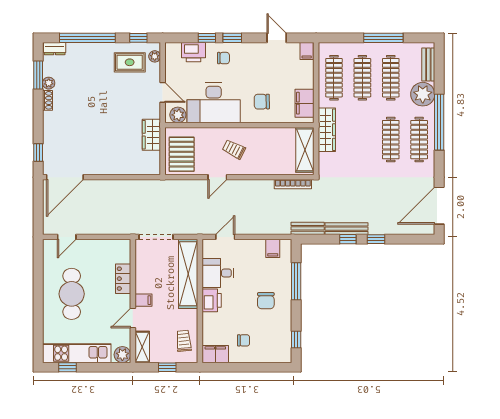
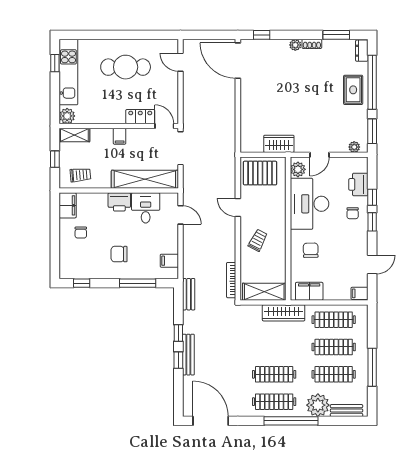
window: (138, 38) -> (372, 131), width x1.50
rug: (130, 62) -> (353, 90), moved
plant: (49, 83) -> (295, 45), moved
trolley: (234, 149) -> (258, 240), moved
bench: (347, 229) -> (188, 355), moved
door: (133, 318) -> (164, 126), moved

